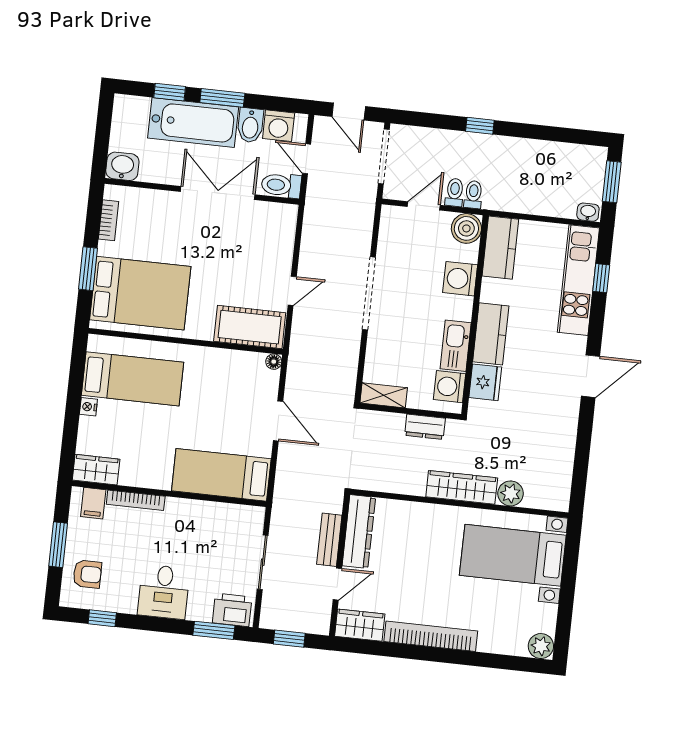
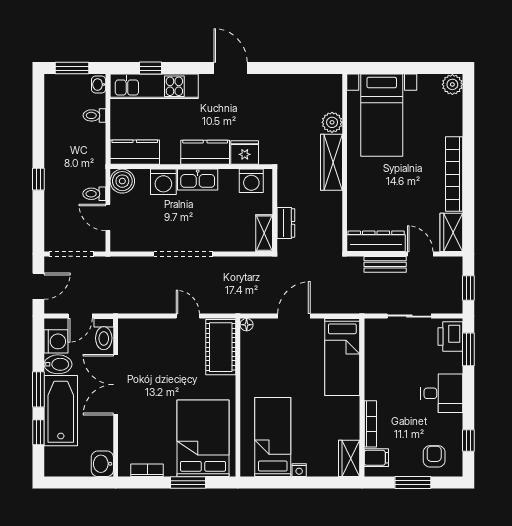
toilet: (473, 195) -> (94, 115), moved
kitchen sink: (456, 346) -> (198, 179), moved
dresser: (425, 427) -> (286, 223), moved

